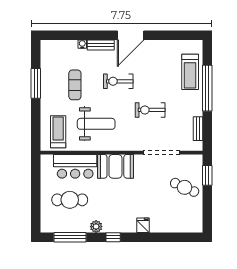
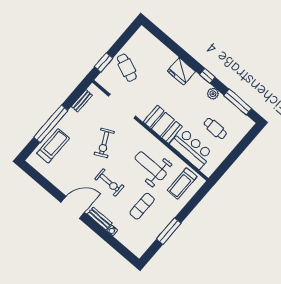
exercise bike: (150, 110) -> (104, 143), turned 64
cafe table: (70, 200) -> (215, 128), width x0.73, depth x0.74
fridge: (143, 225) -> (181, 71), width x1.88, depth x1.34

